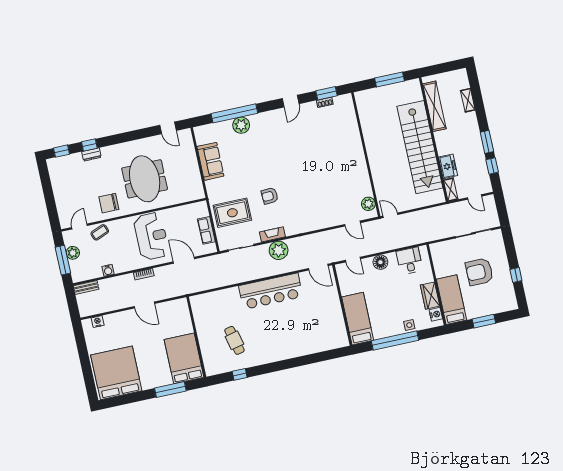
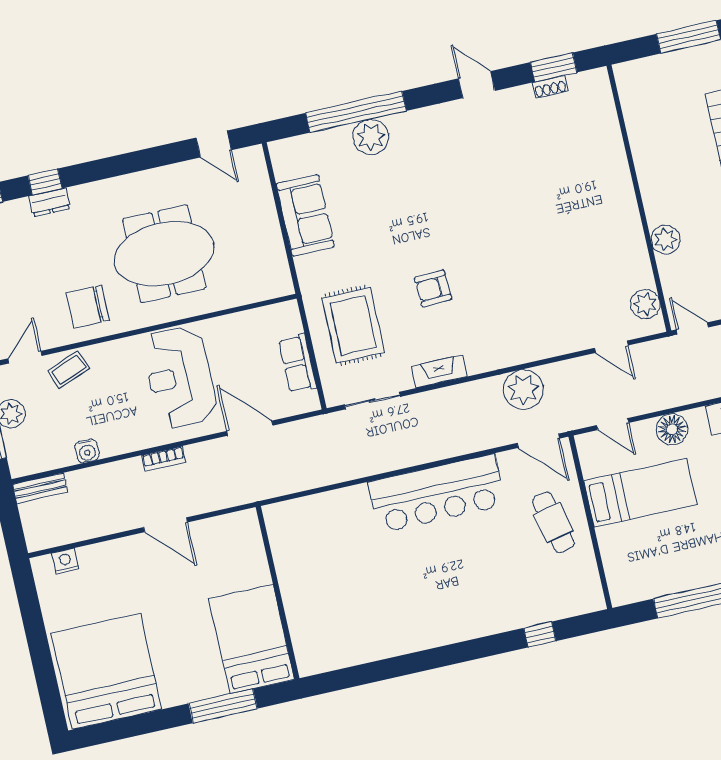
door: (291, 101) -> (477, 85), swing flipped
plant: (378, 174) -> (666, 240), added
meeting table: (145, 179) -> (164, 254), turned 90
rug: (232, 213) -> (353, 325), turned 90
reception desk: (151, 236) -> (180, 377), turned 180
plant: (279, 250) -> (523, 390), moved
bed: (358, 319) -> (641, 493), moved, turned 90
cafe table: (234, 340) -> (553, 522), moved
window: (240, 374) -> (540, 634), moved

